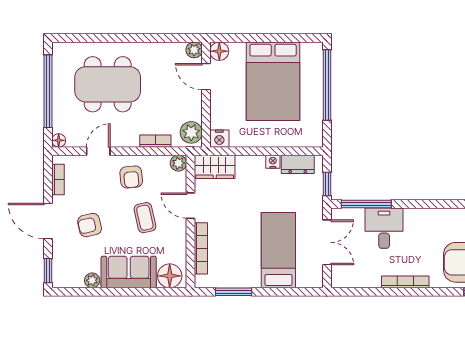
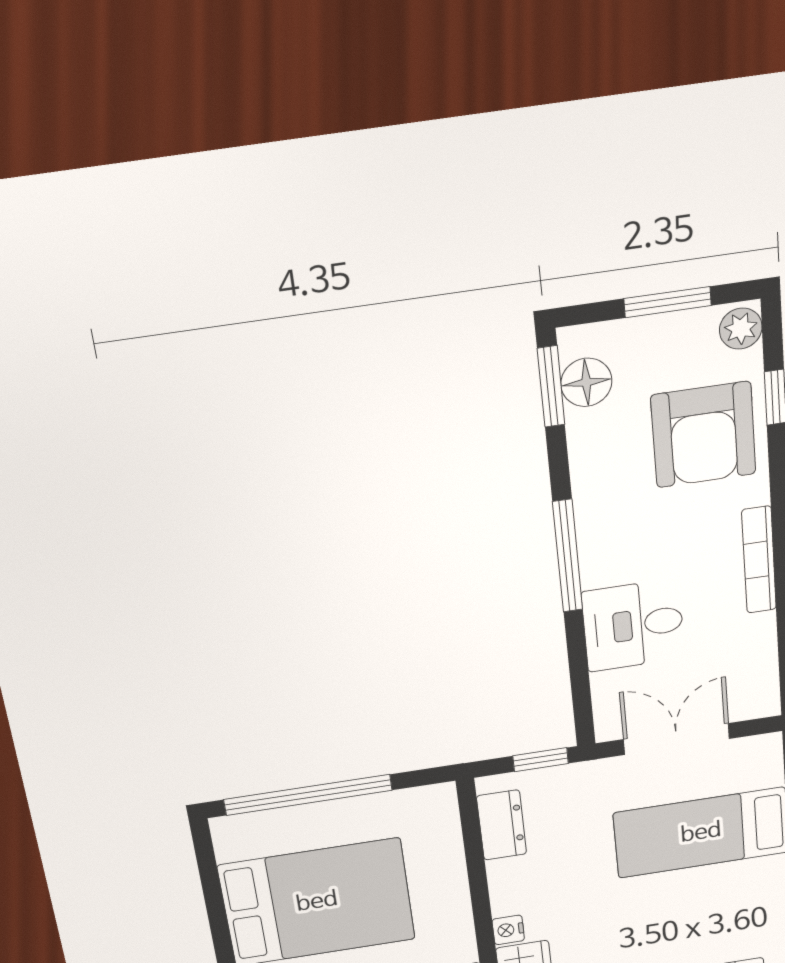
nightstand: (273, 162) -> (508, 930), moved
window: (366, 204) -> (568, 556), moved

